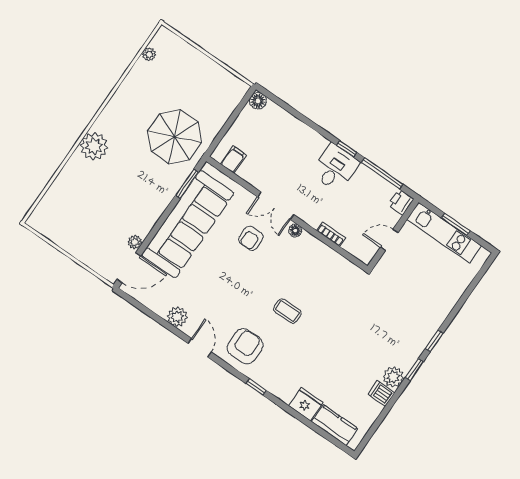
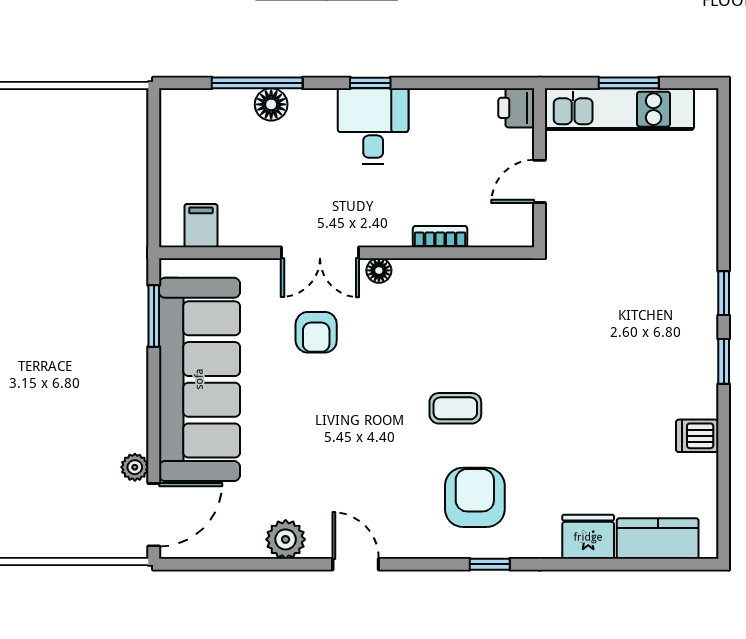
floor lamp: (258, 101) -> (271, 104), moved
parasol: (175, 137) -> (82, 254), removed
window: (382, 173) -> (257, 83), moved
armchair: (245, 346) -> (475, 497), moved
plant: (393, 377) -> (698, 396), removed

